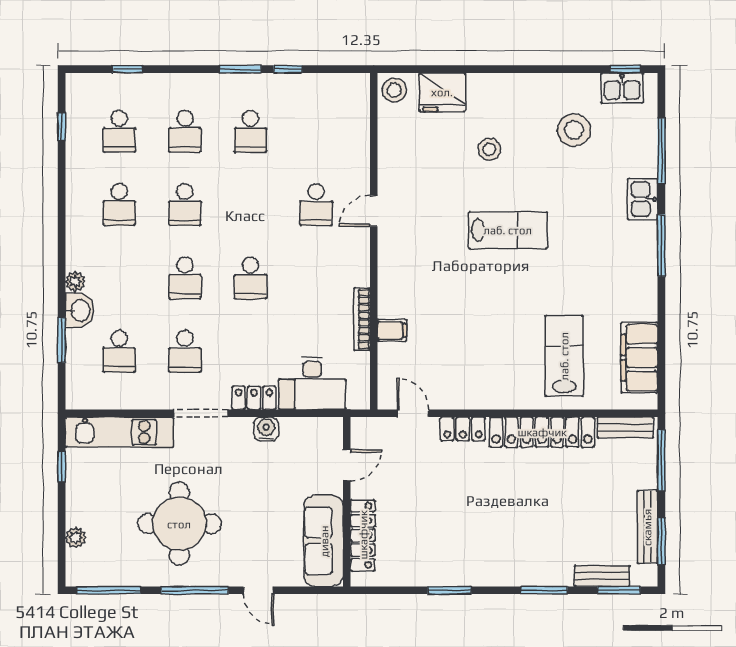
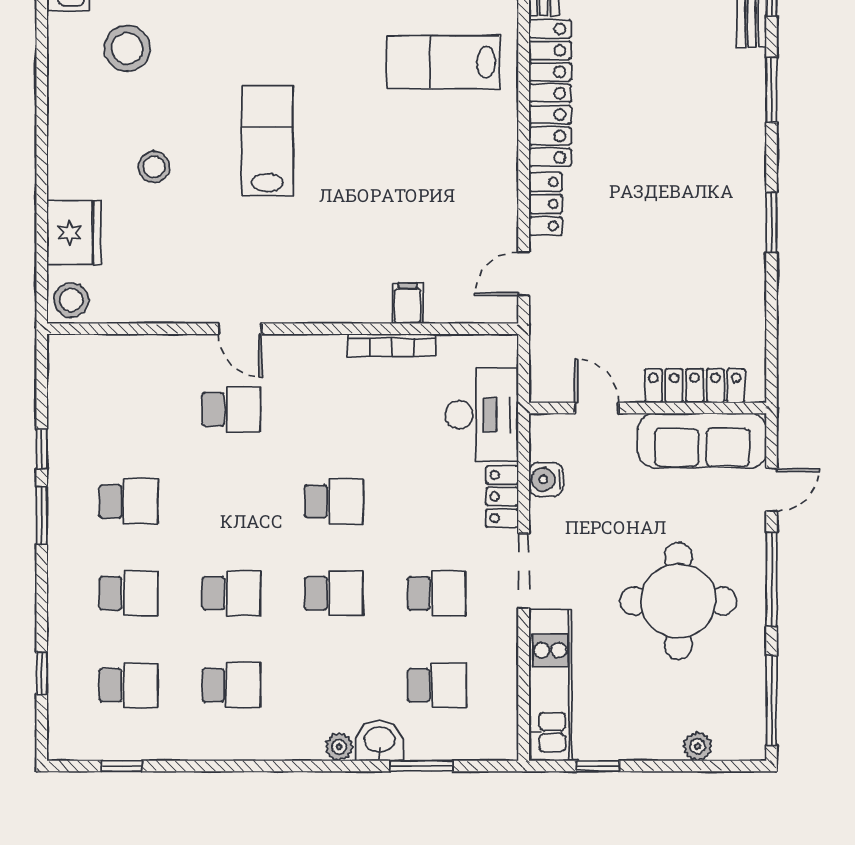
door: (347, 465) -> (597, 408), moved
wall: (347, 502) -> (648, 408), moved
locker: (363, 535) -> (695, 386), moved
sofa: (324, 541) -> (702, 440), moved

